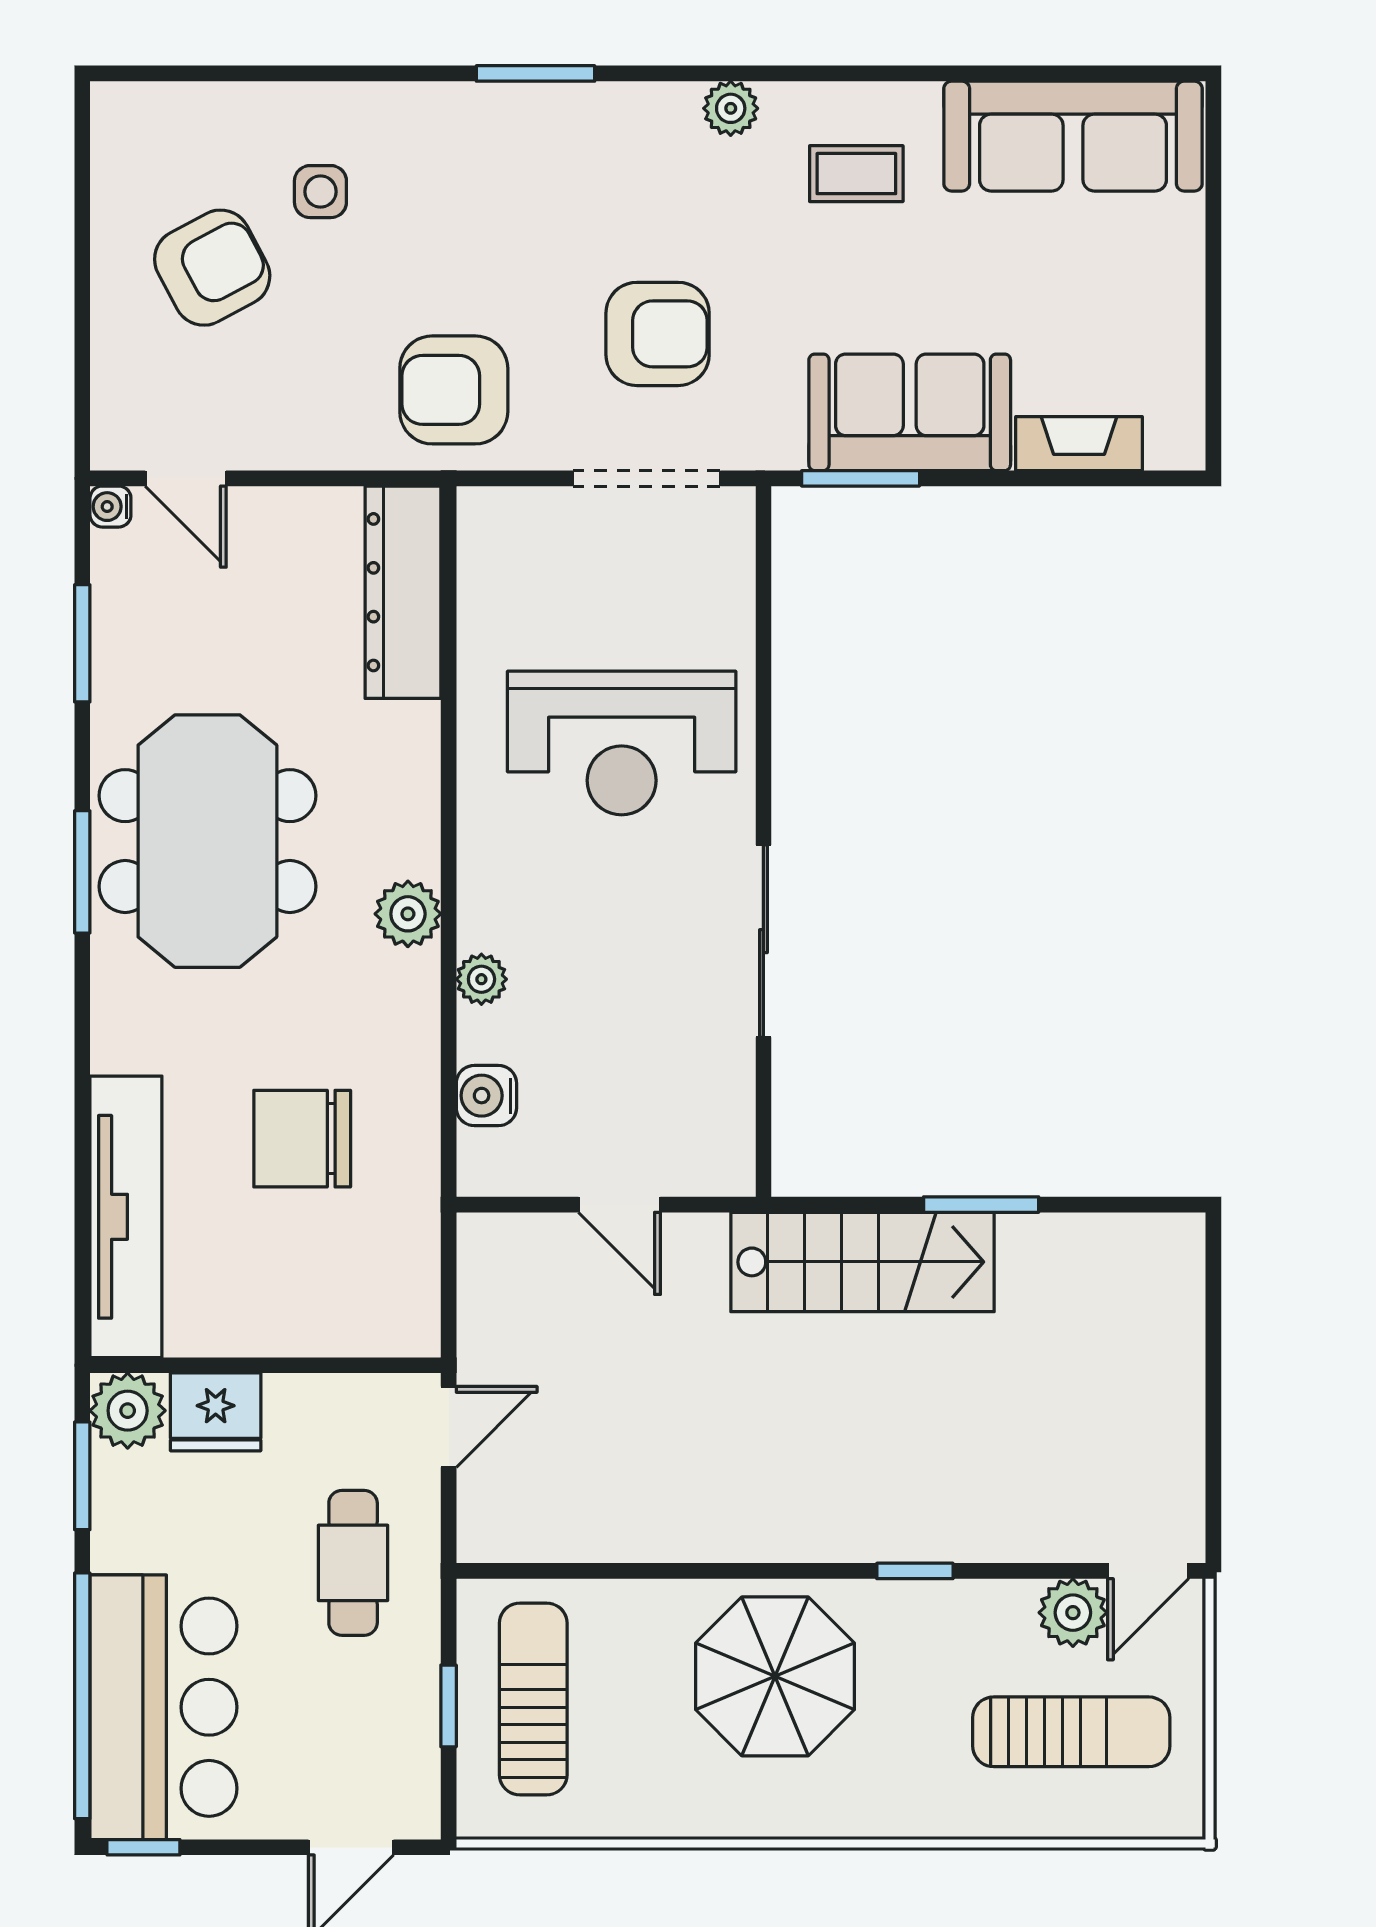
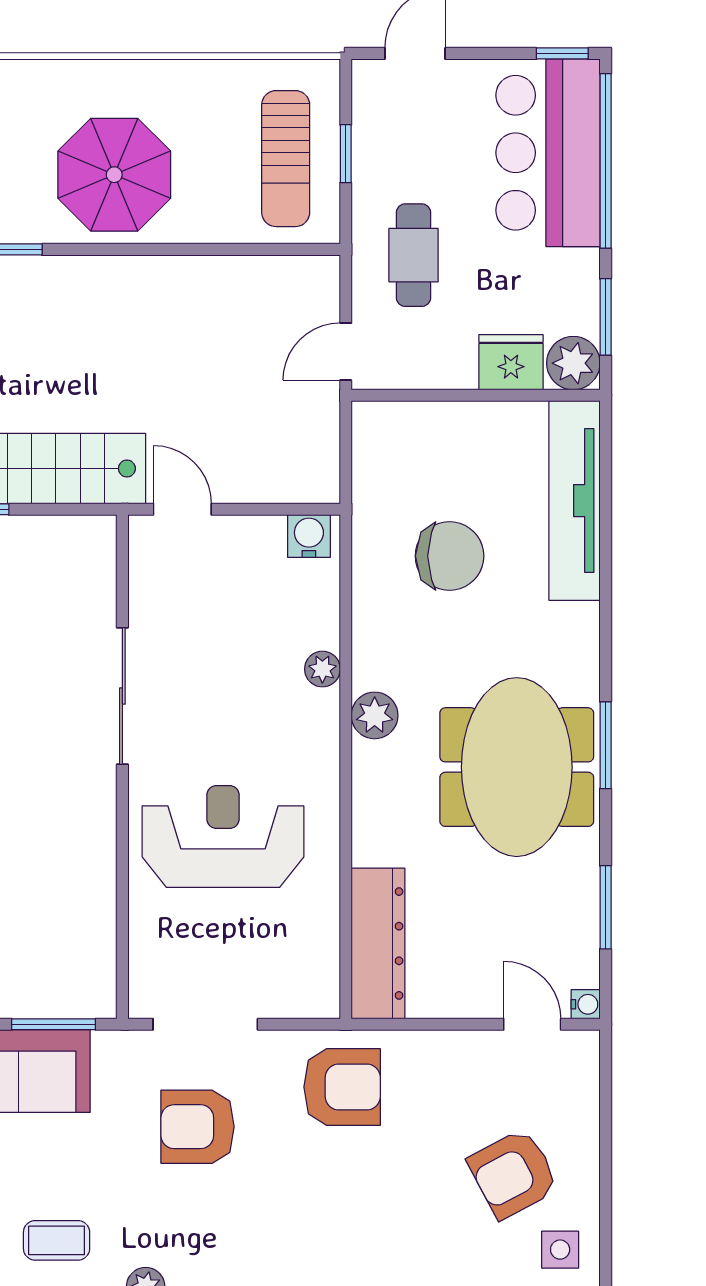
side table: (320, 192) -> (560, 1250), moved
water cooler: (486, 1096) -> (309, 536), moved, turned -90
door: (619, 1205) -> (182, 509), moved

